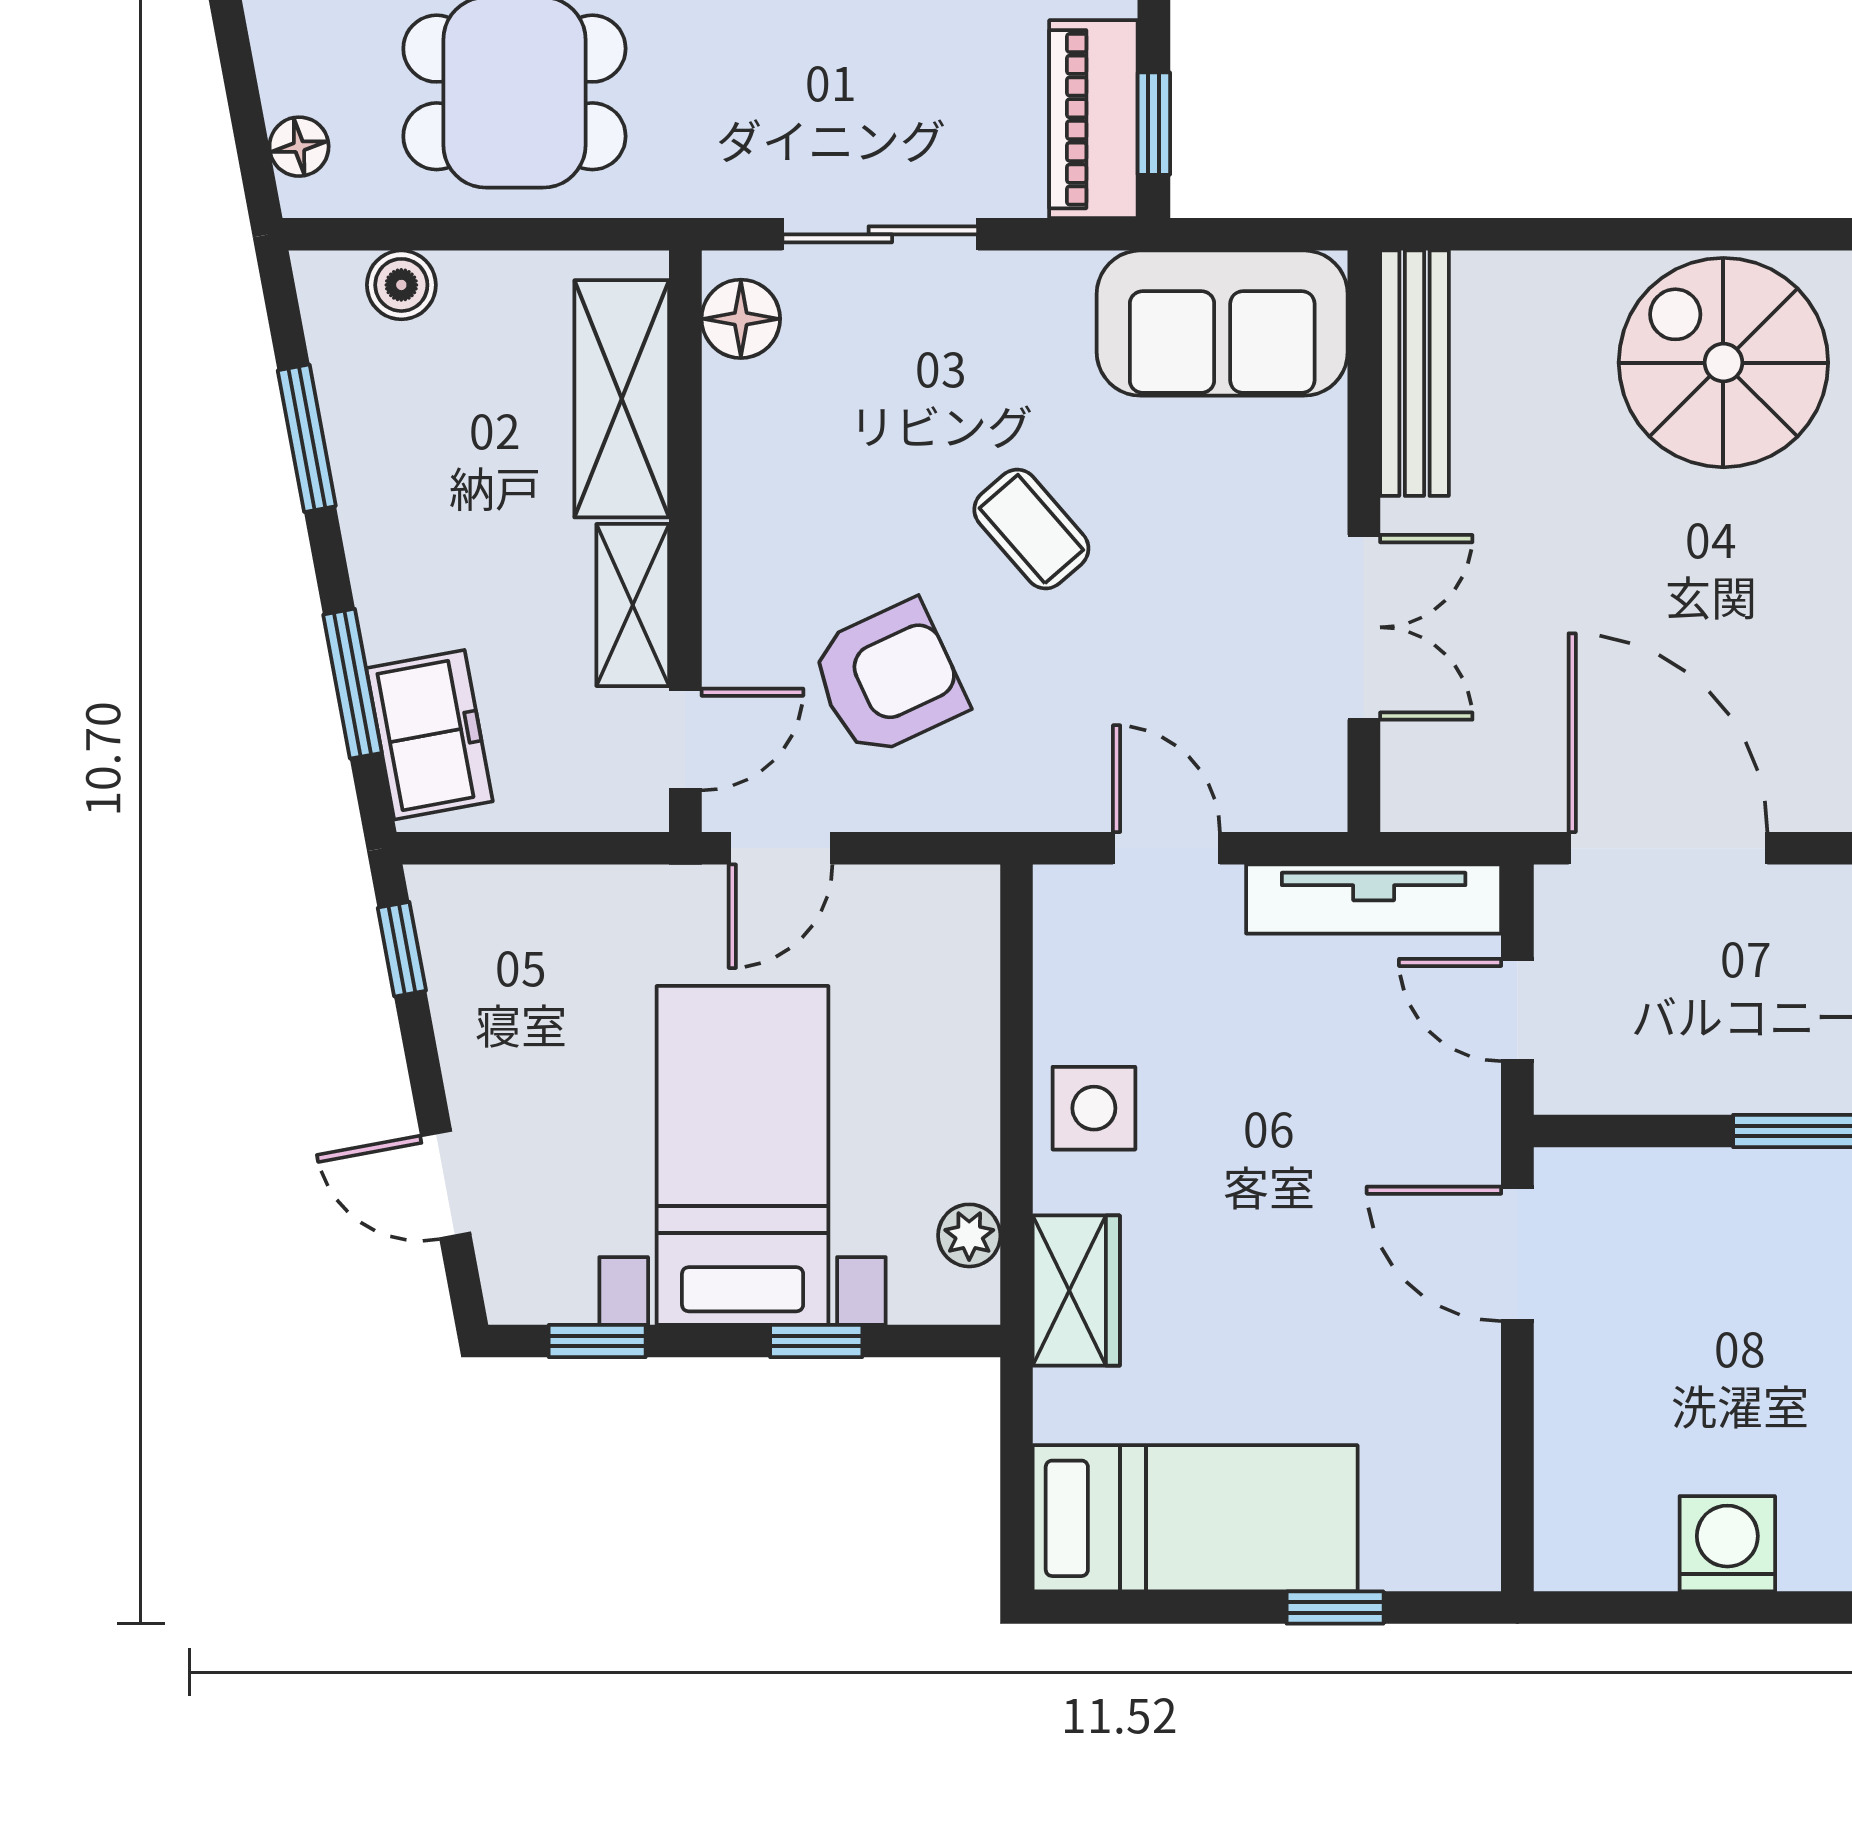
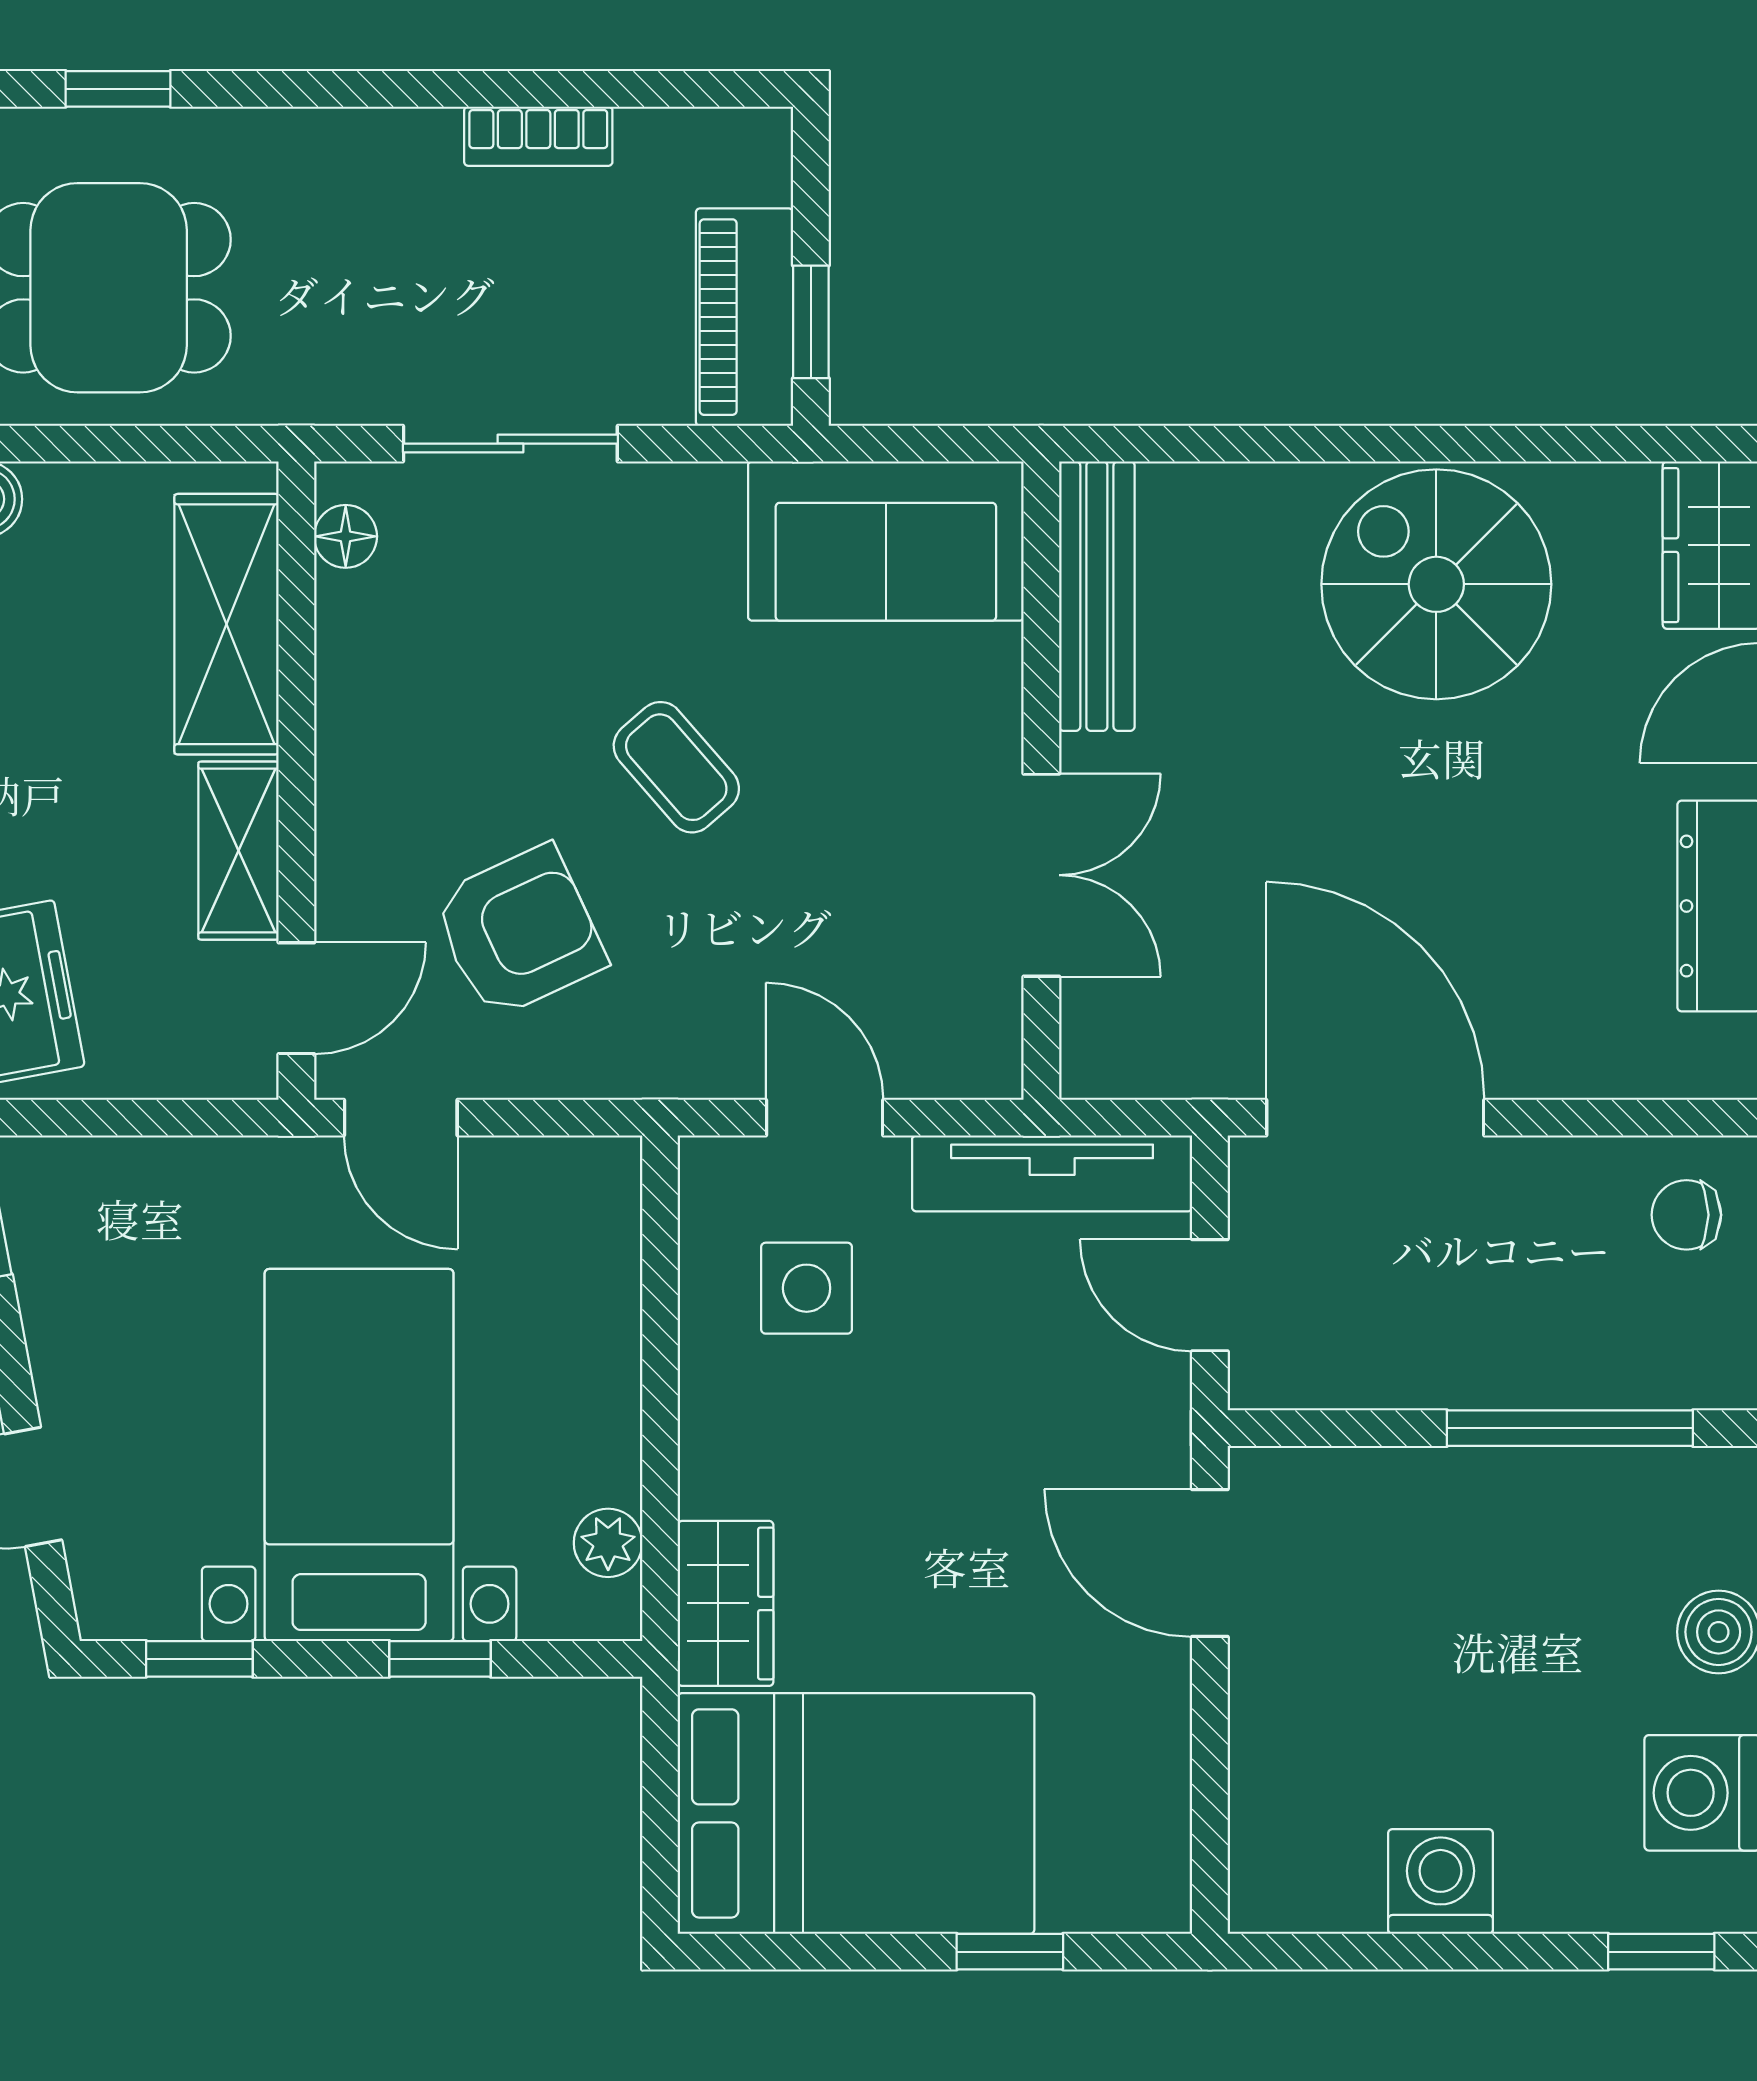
floor lamp: (741, 319) -> (346, 536), width x0.73, depth x0.73
door: (781, 848) -> (401, 1118), hinge flipped
side table: (1094, 1108) -> (807, 1288), moved
bed: (1195, 1518) -> (856, 1813), width x1.50

